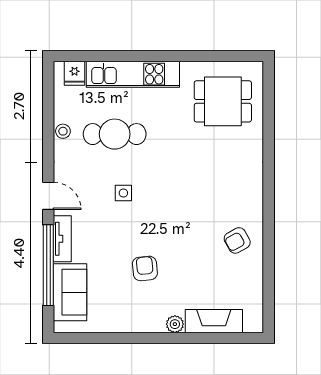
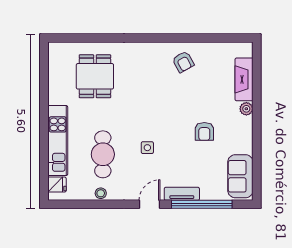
dining table: (223, 101) -> (95, 76), moved
armchair: (145, 268) -> (204, 131), turned -84
sofa: (70, 292) -> (240, 176), moved, turned -90

